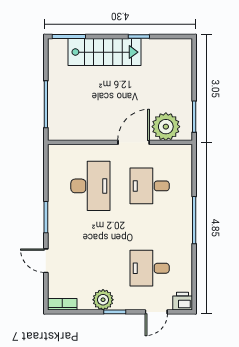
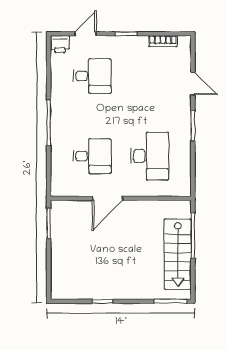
stairs: (105, 52) -> (178, 254), moved, turned -90
plant: (166, 127) -> (76, 214), removed
desk: (90, 186) -> (150, 156), turned 180
plant: (103, 300) -> (137, 45), removed
bookcase: (62, 304) -> (163, 41), moved

